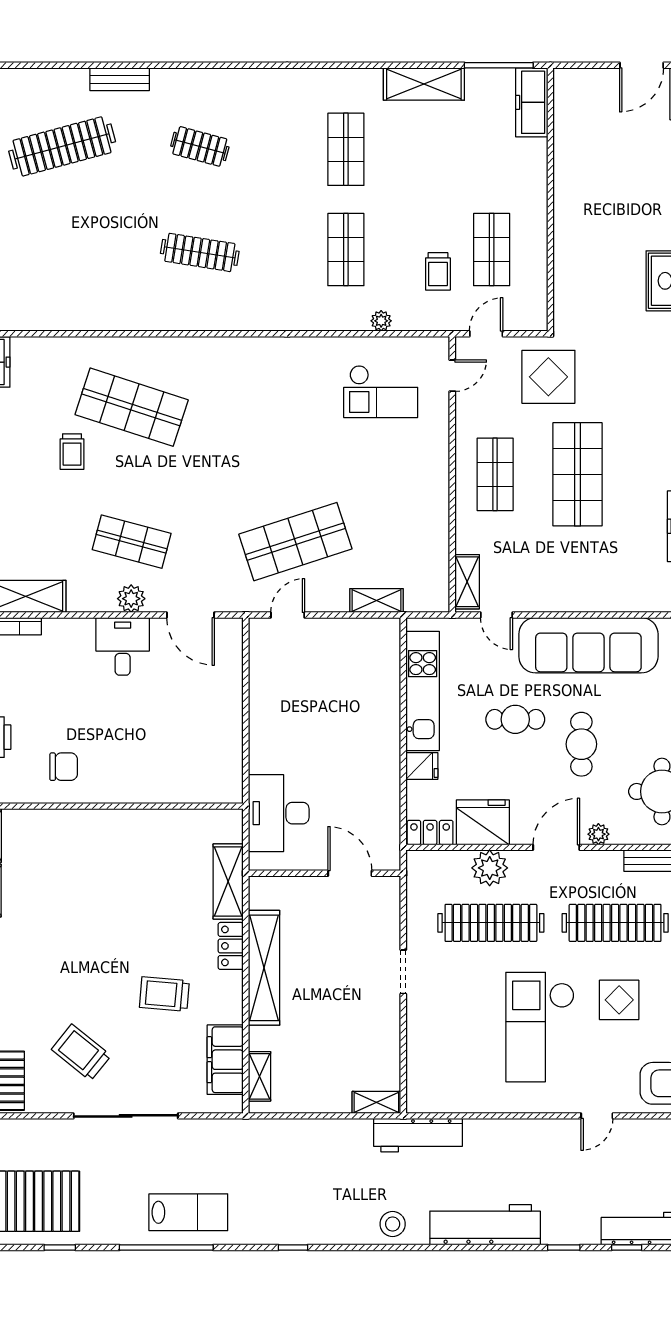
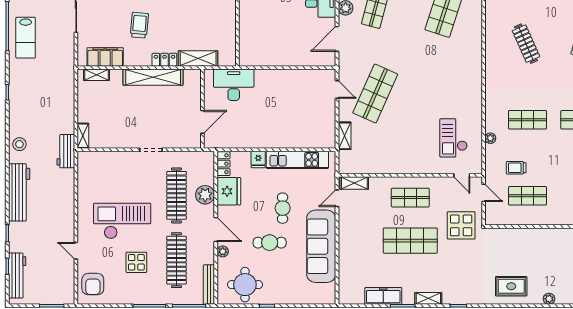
clothes rail: (200, 252) -> (526, 44), turned -33
shop shelf: (295, 542) -> (375, 93), turned 42
workbench: (418, 1135) -> (66, 151), width x0.73

